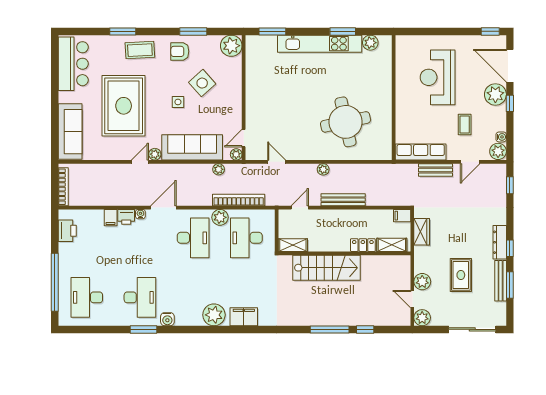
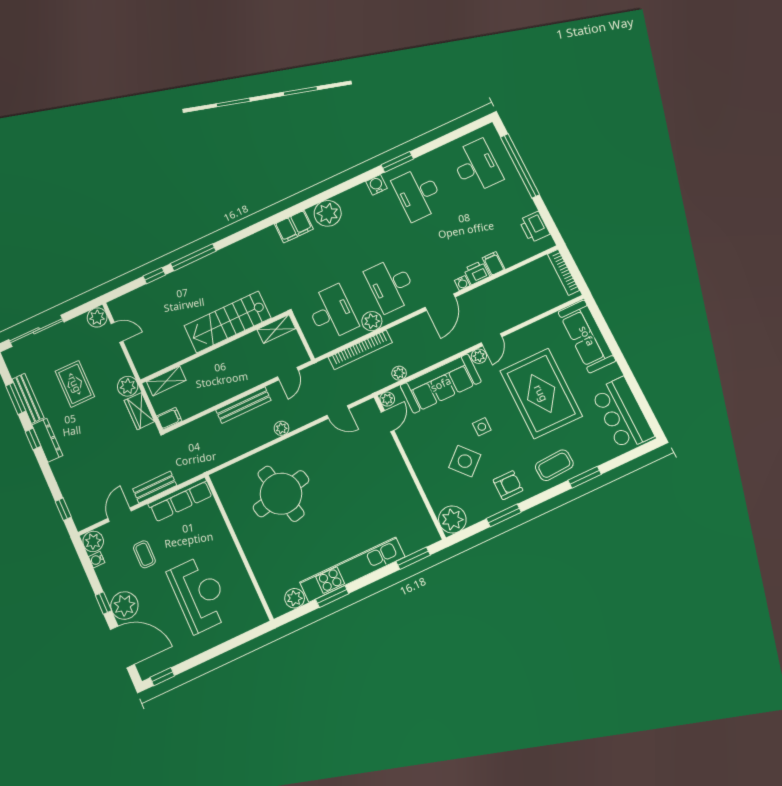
locker: (363, 245) -> (198, 366), removed
plant: (422, 282) -> (128, 386), moved

